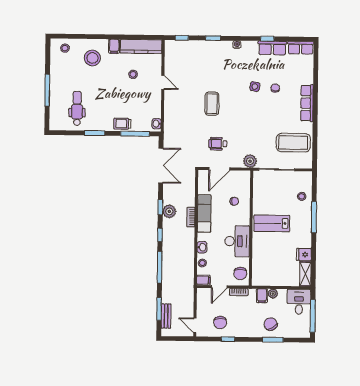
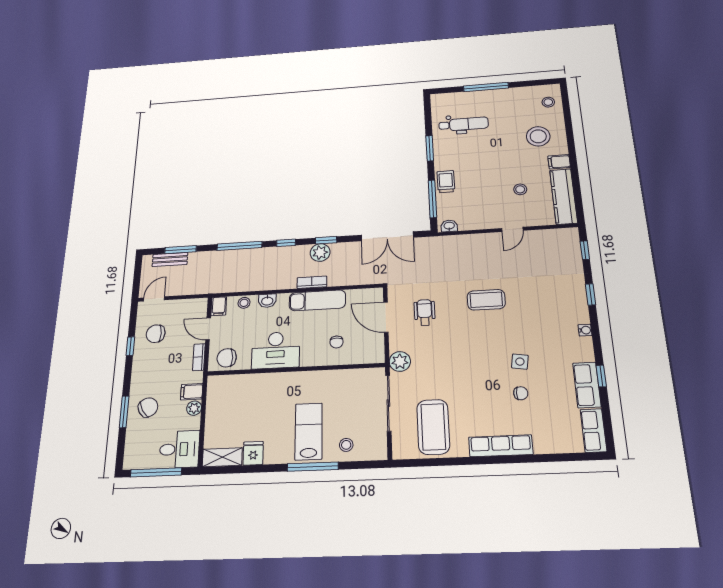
lab bench: (272, 223) -> (309, 431), moved

